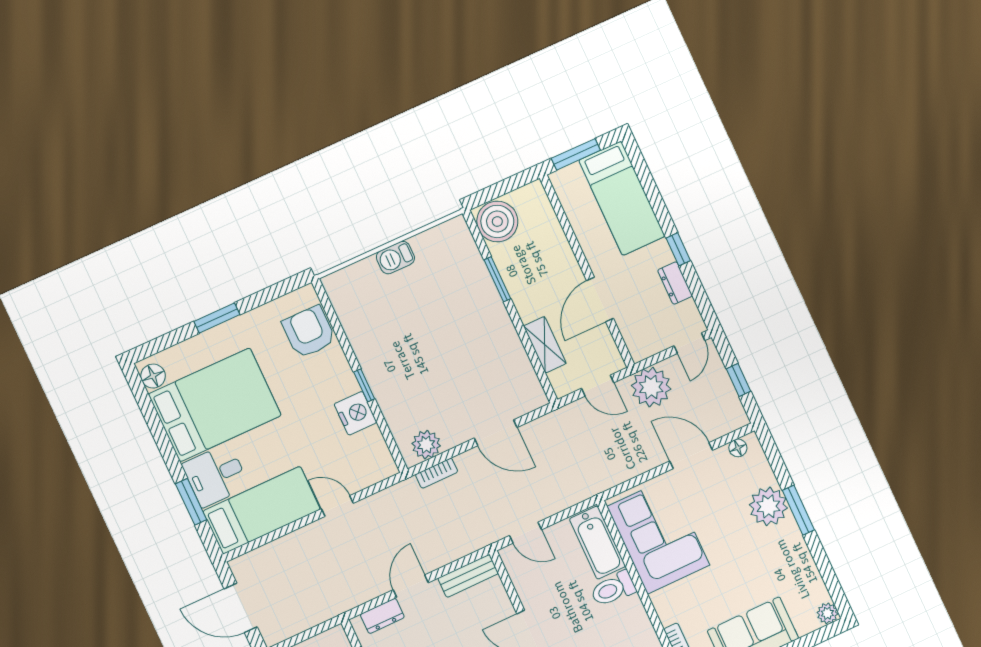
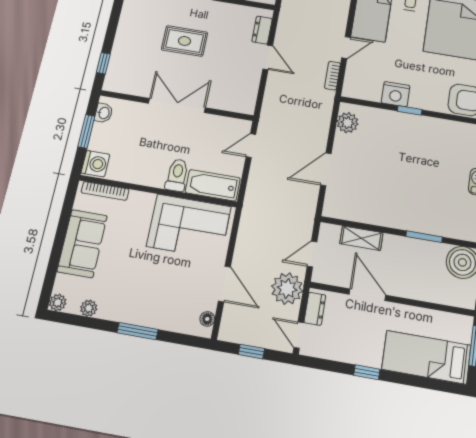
dresser: (675, 283) -> (315, 309), moved, turned 90
door: (691, 456) -> (224, 284), hinge flipped
bookcase: (437, 473) -> (333, 76), moved
plant: (768, 506) -> (89, 308), moved, width x0.53, depth x0.53
bench: (468, 576) -> (250, 94), removed

